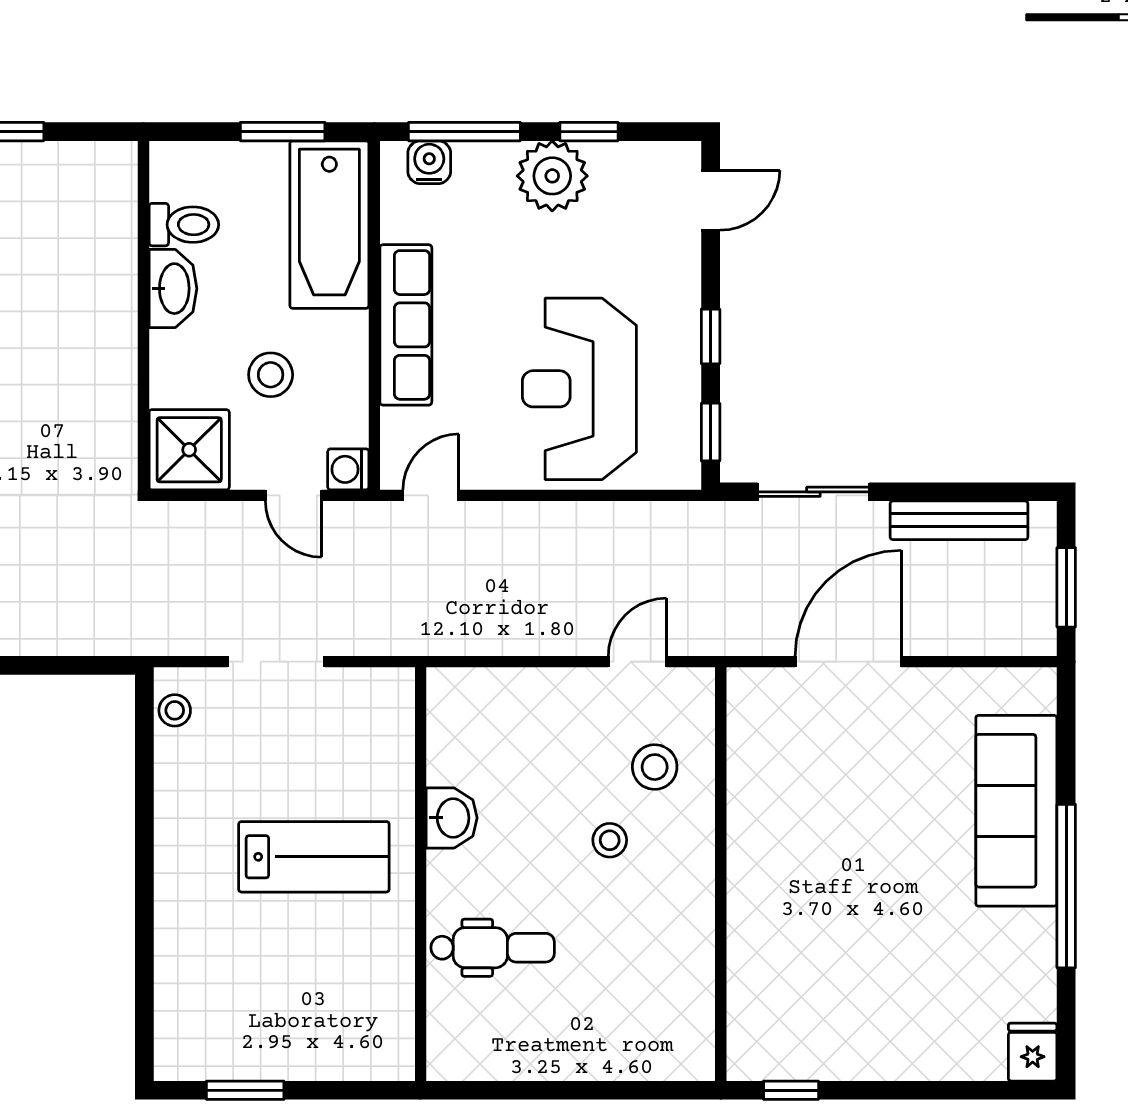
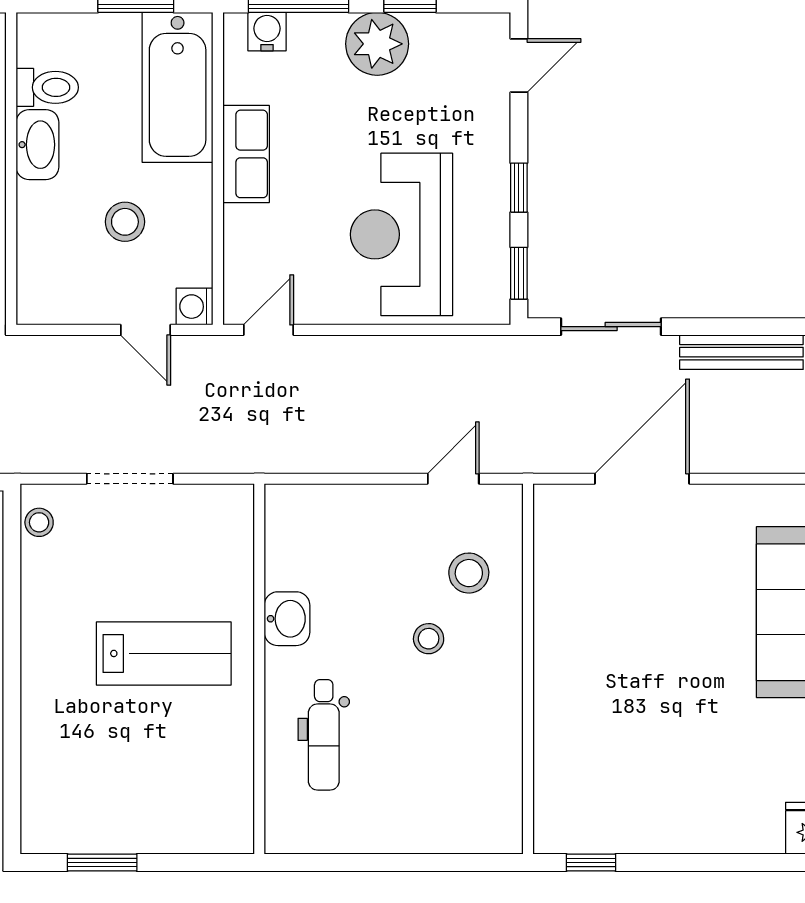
row of seats: (406, 325) -> (246, 154), width x0.68
shower: (189, 450) -> (52, 289), removed
dental chair: (493, 948) -> (324, 735), turned 90

